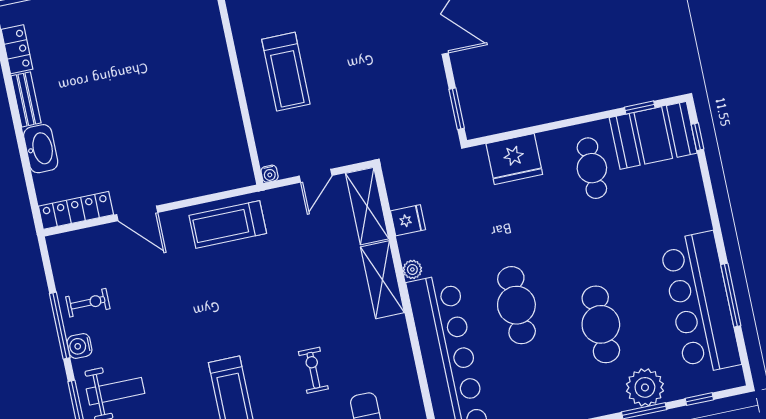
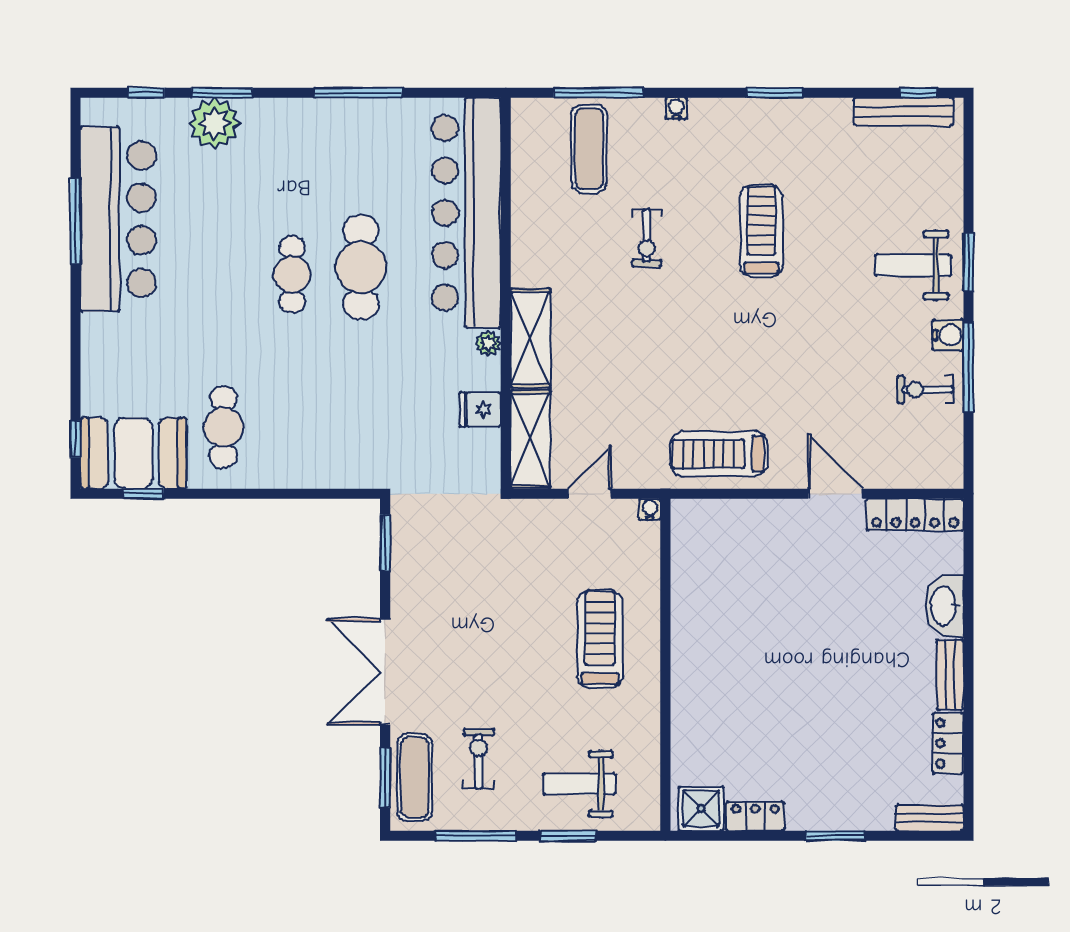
fridge: (514, 159) -> (323, 461), removed
treadmill: (228, 224) -> (719, 454), turned 180
cafe table: (601, 324) -> (292, 274), moved, width x0.73, depth x0.74

